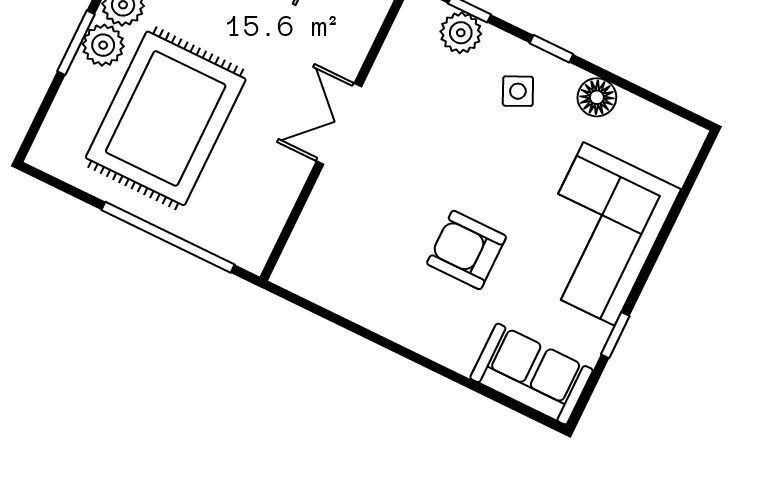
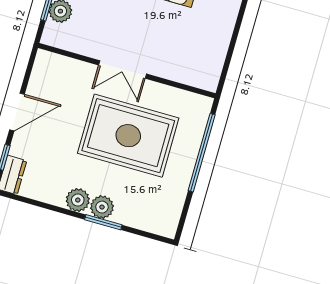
rug: (166, 118) -> (128, 136), moved

